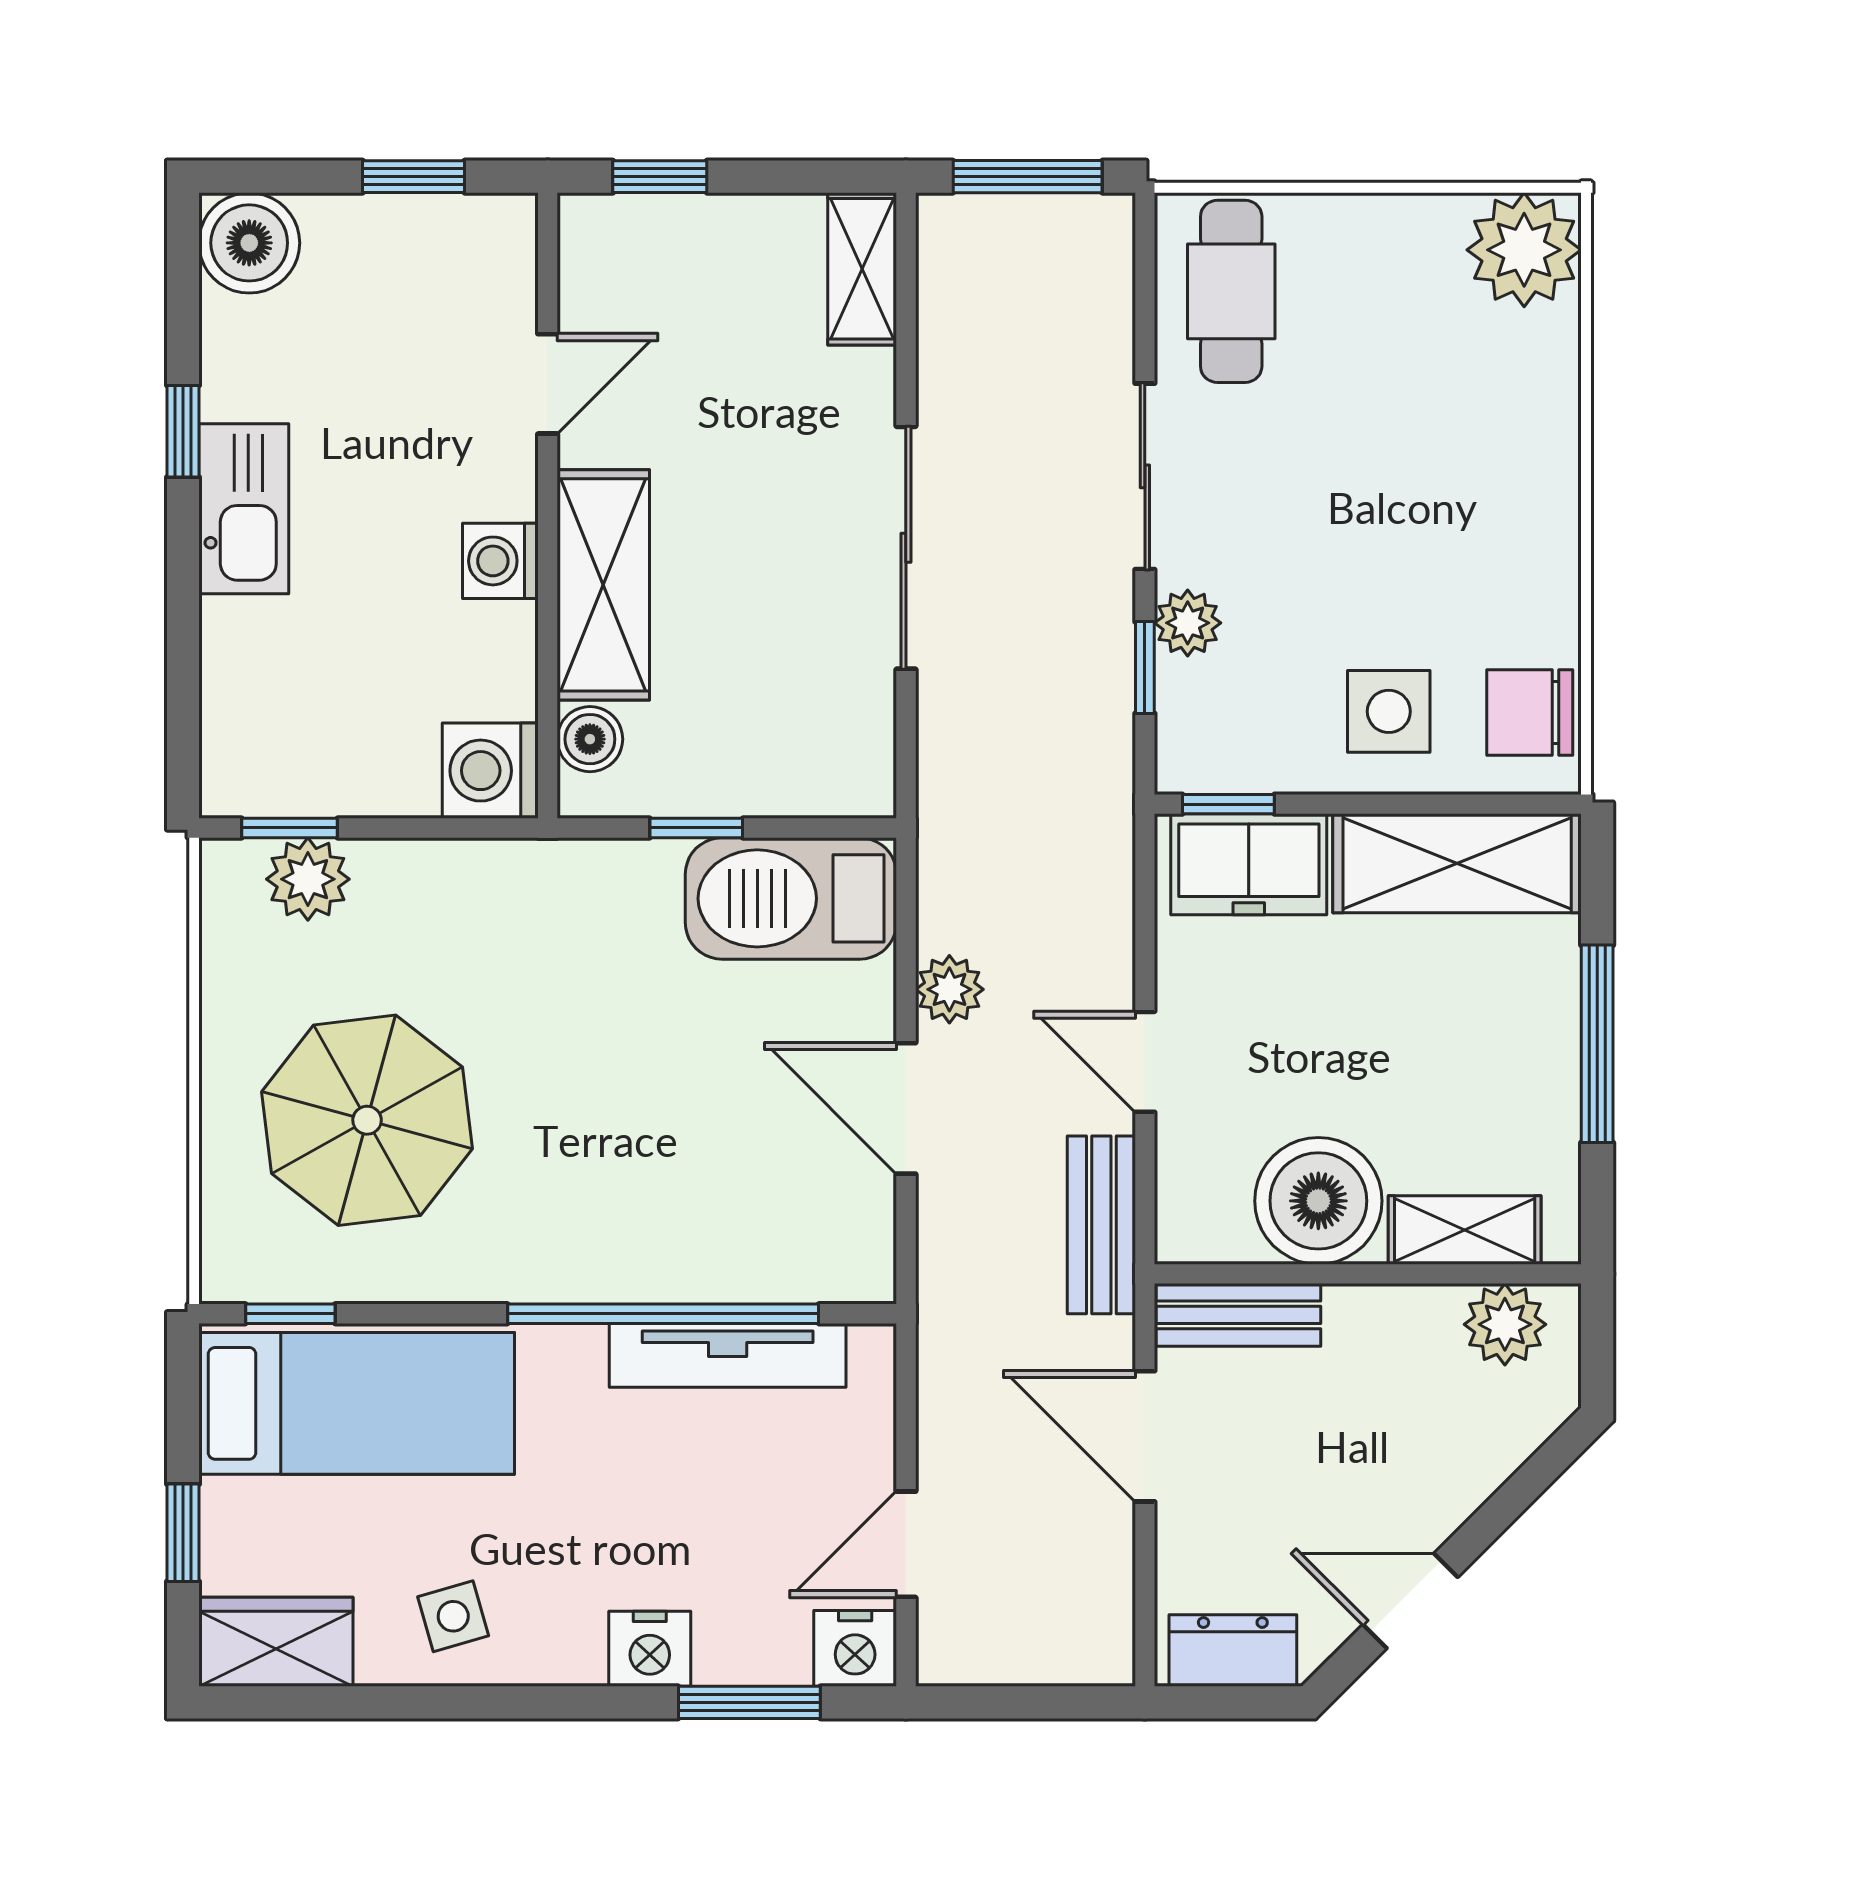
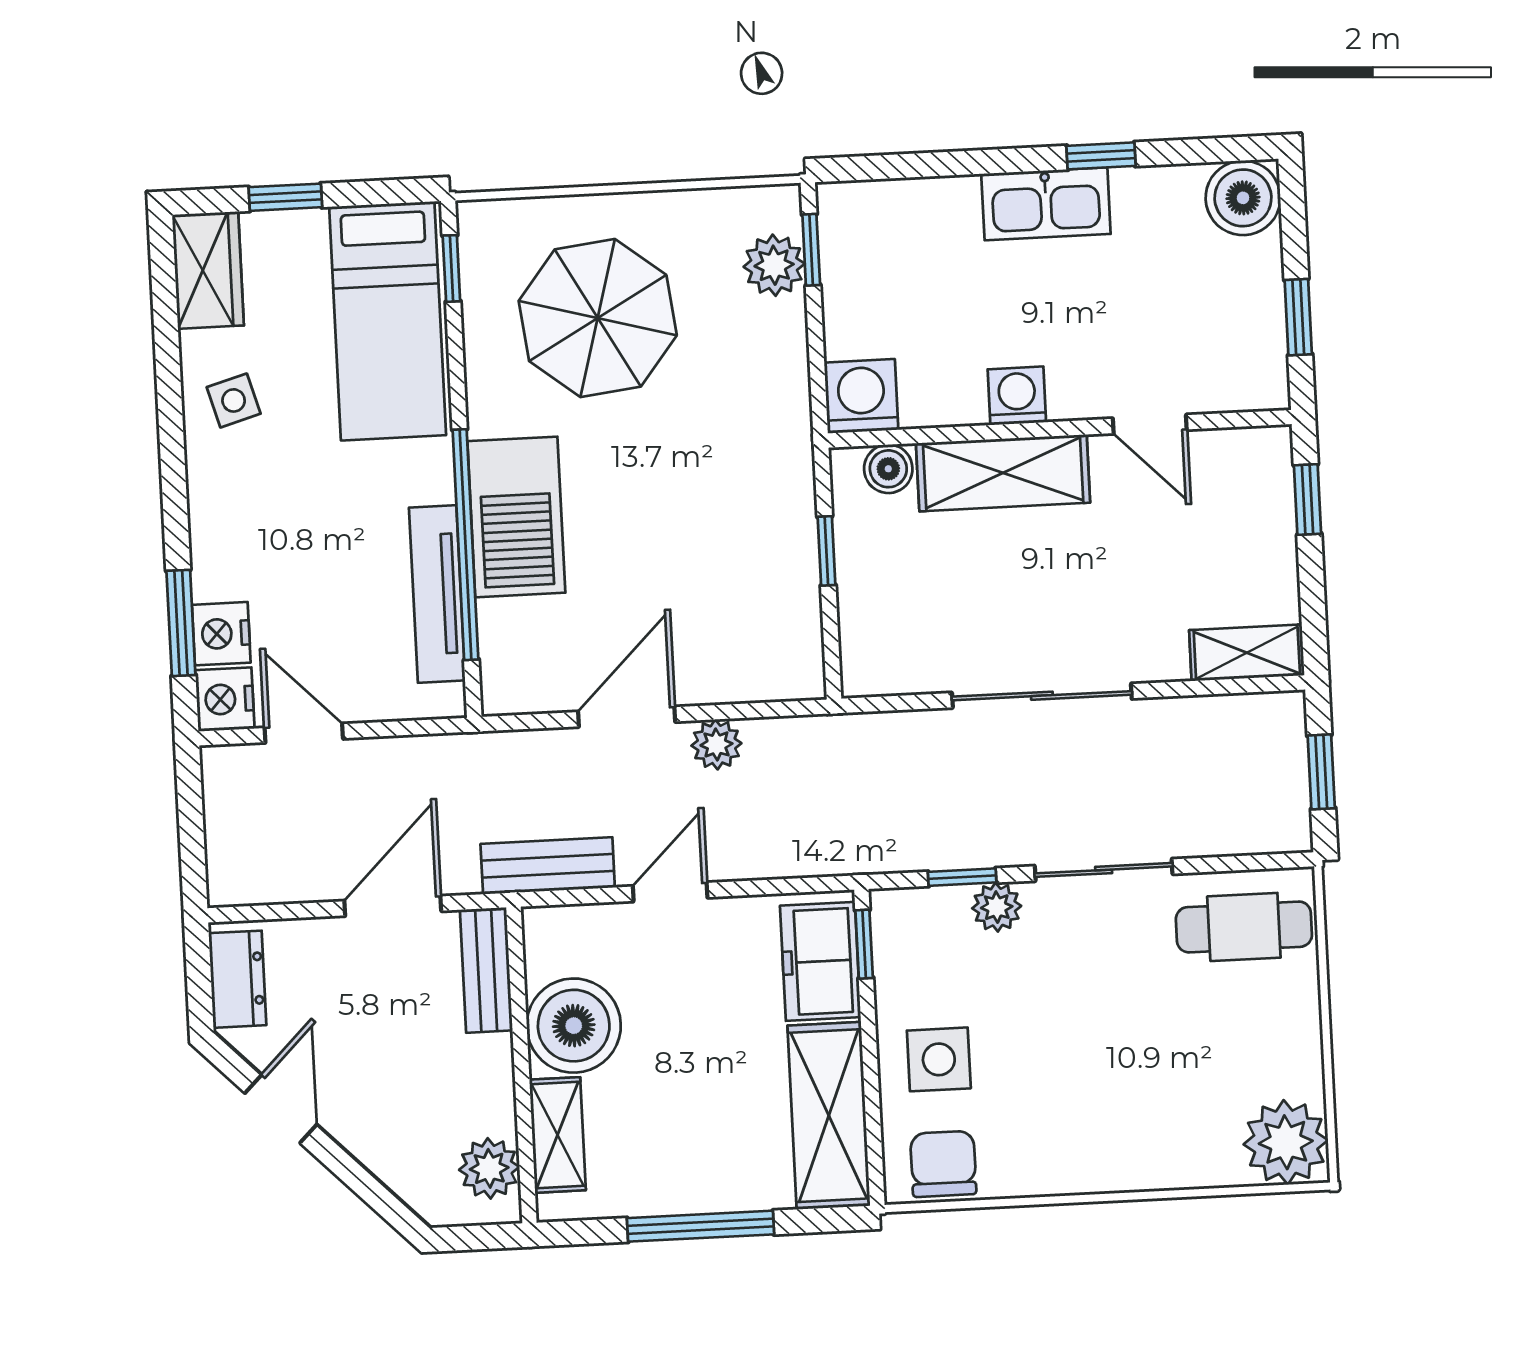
window: (1028, 177) -> (1321, 772), width x0.67
barbecue: (791, 898) -> (516, 517), moved, turned 180
nightstand: (650, 1649) -> (221, 634), moved

